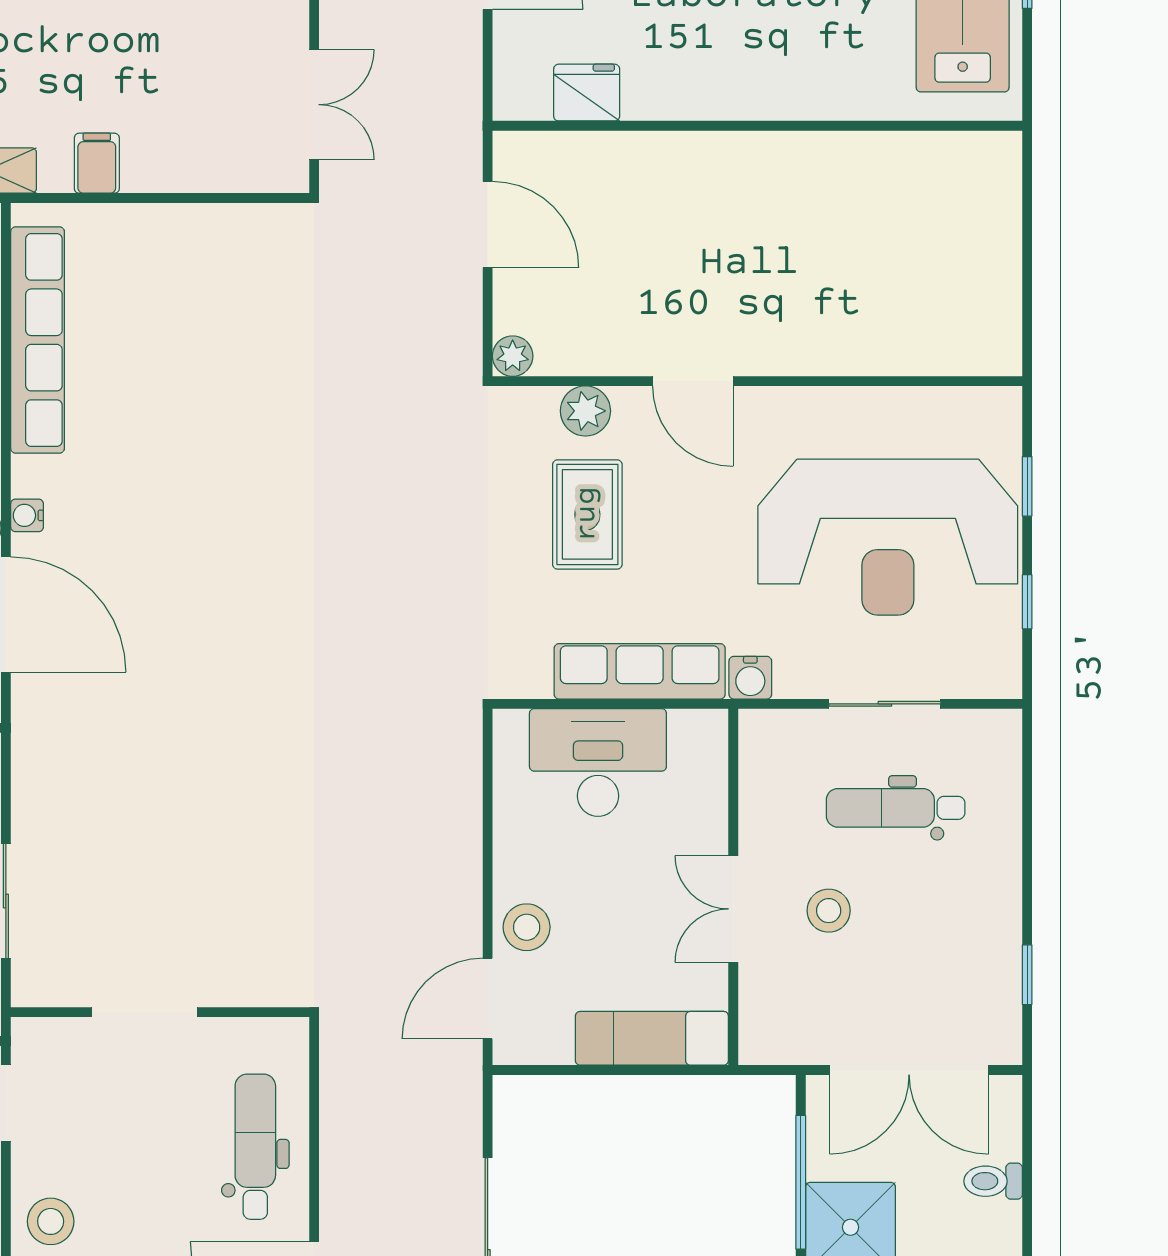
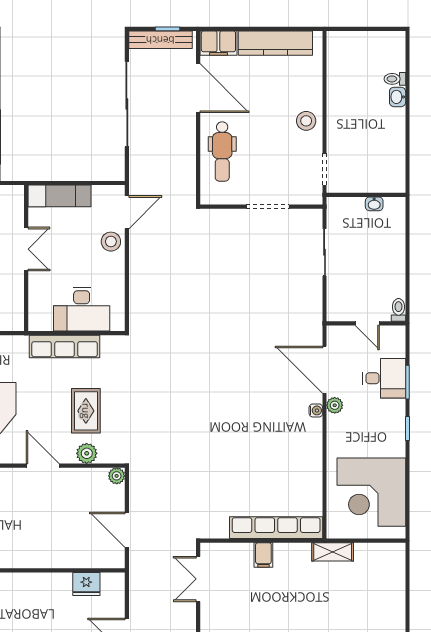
filing cabinet: (97, 163) -> (263, 555), moved
row of seats: (38, 340) -> (276, 528), moved, turned 90
water cooler: (750, 678) -> (19, 344), removed

